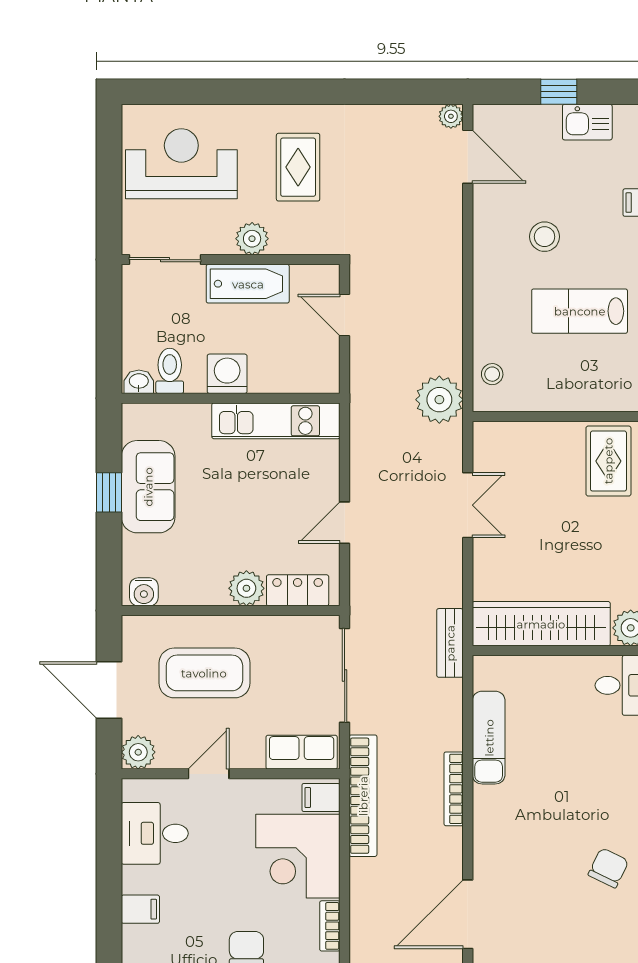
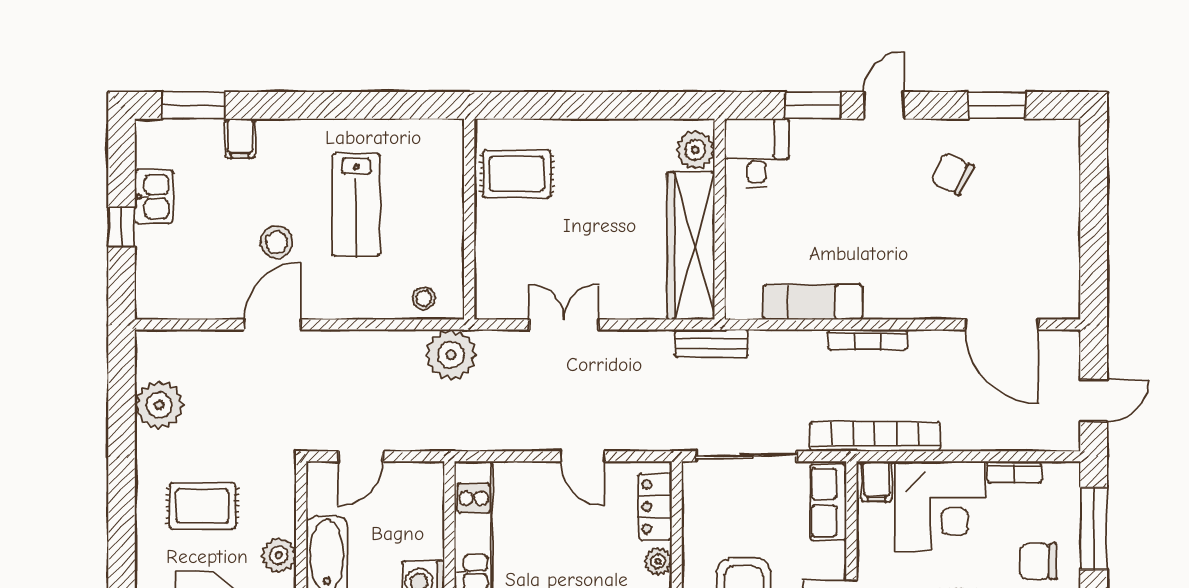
plant: (451, 116) -> (159, 405), moved, width x1.88, depth x1.88
door: (468, 157) -> (272, 324), moved
plant: (246, 588) -> (658, 561), width x0.73, depth x0.73

